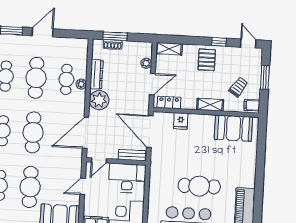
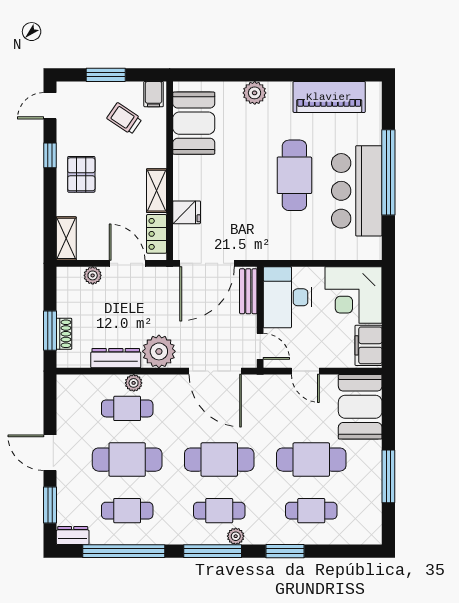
pallet: (207, 60) -> (81, 174), turned 90
shelving: (210, 105) -> (157, 191), moved
plant: (249, 165) -> (255, 93), added

